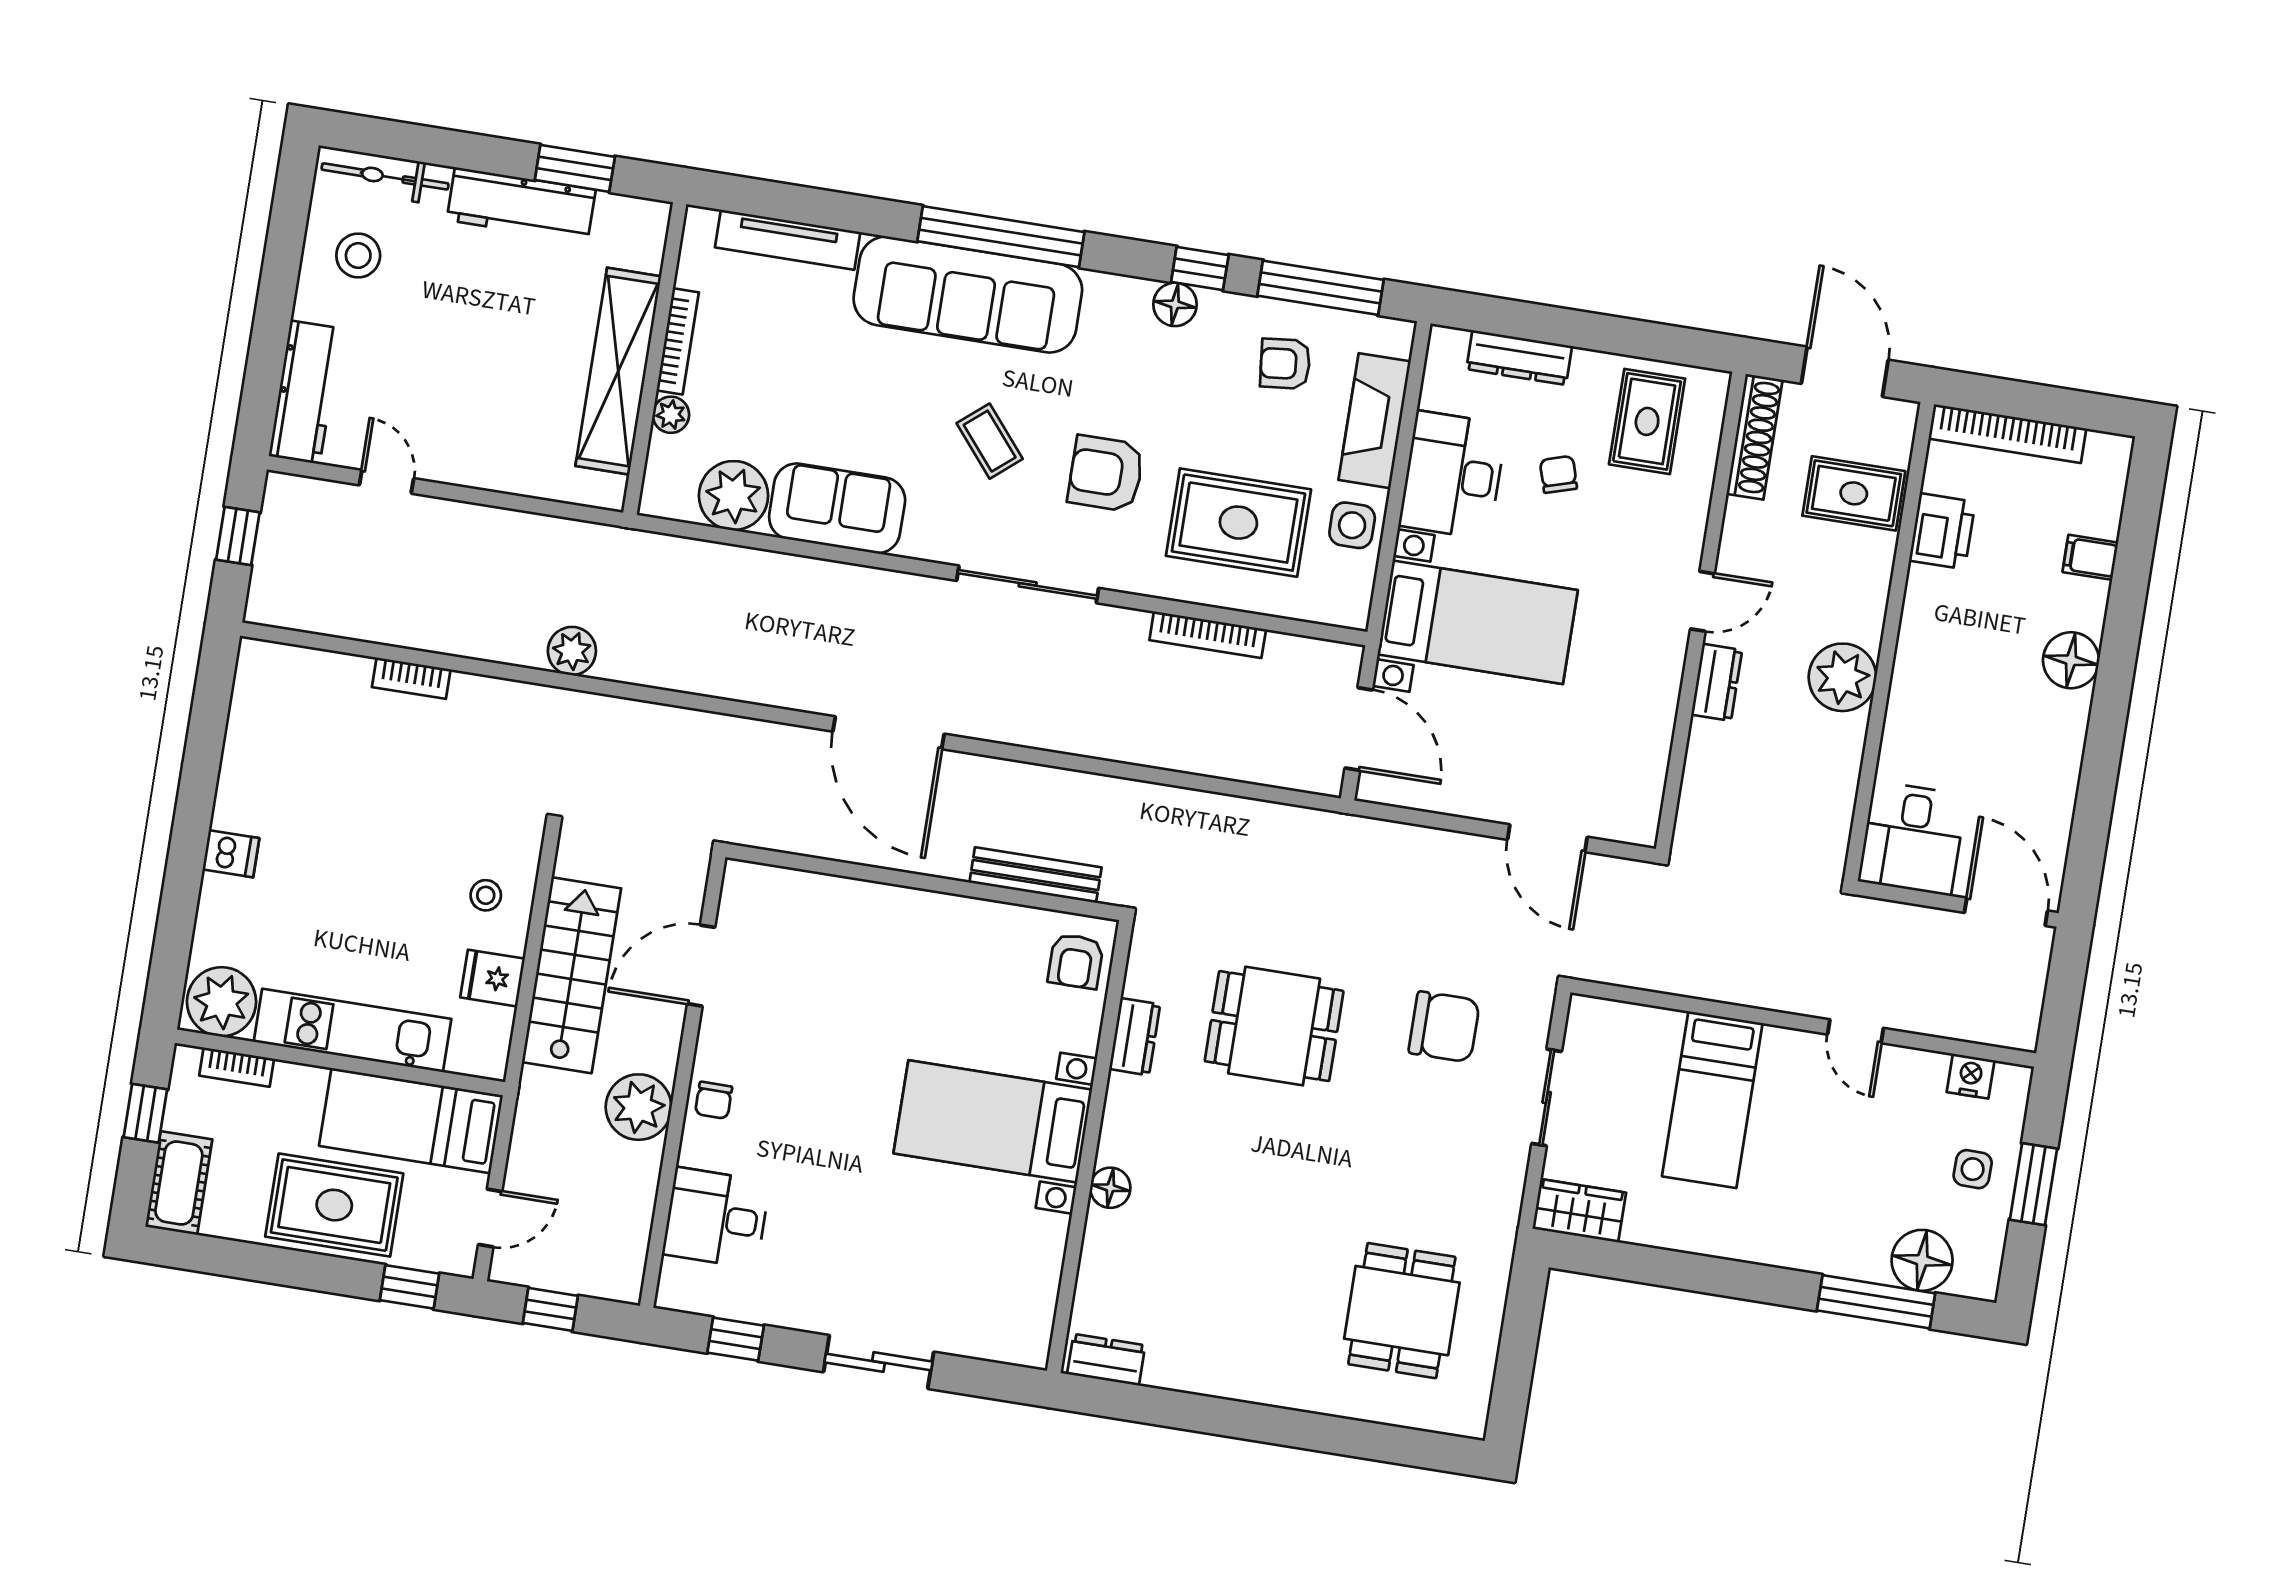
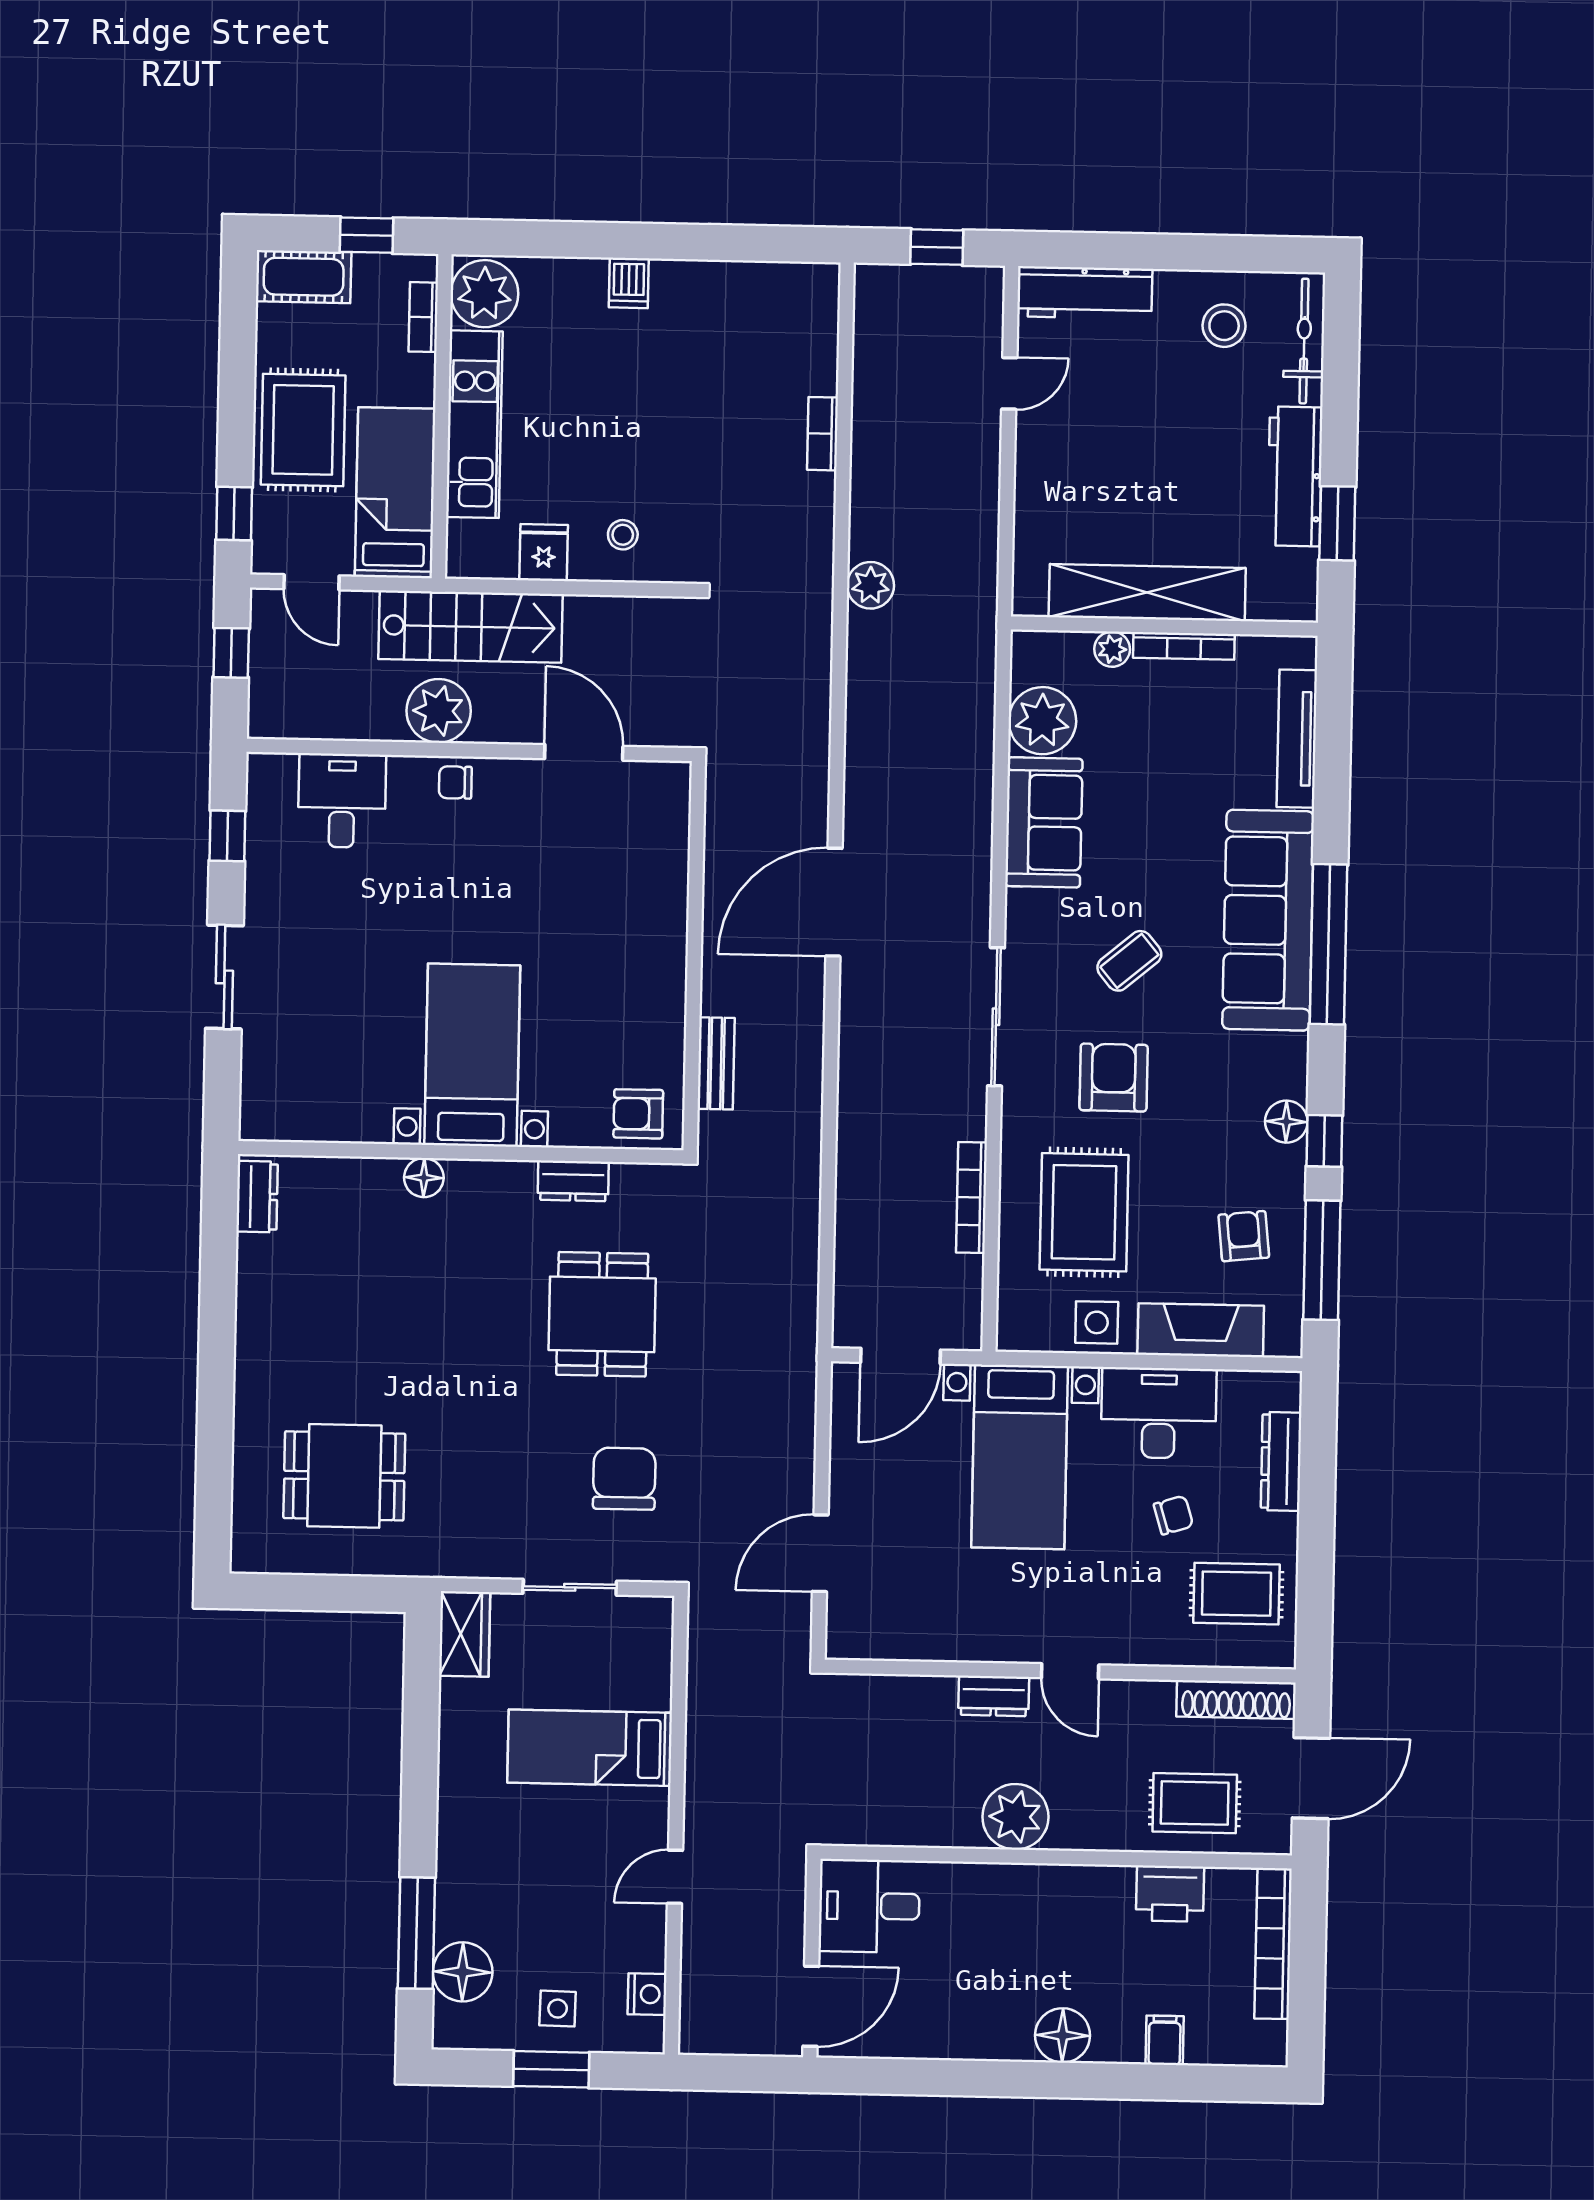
rug: (1854, 493) -> (1195, 1803), turned 90
bench: (1035, 875) -> (716, 1063), width x0.73
stairs: (572, 975) -> (470, 627), moved
chair: (1444, 1027) -> (624, 1479), turned 180

